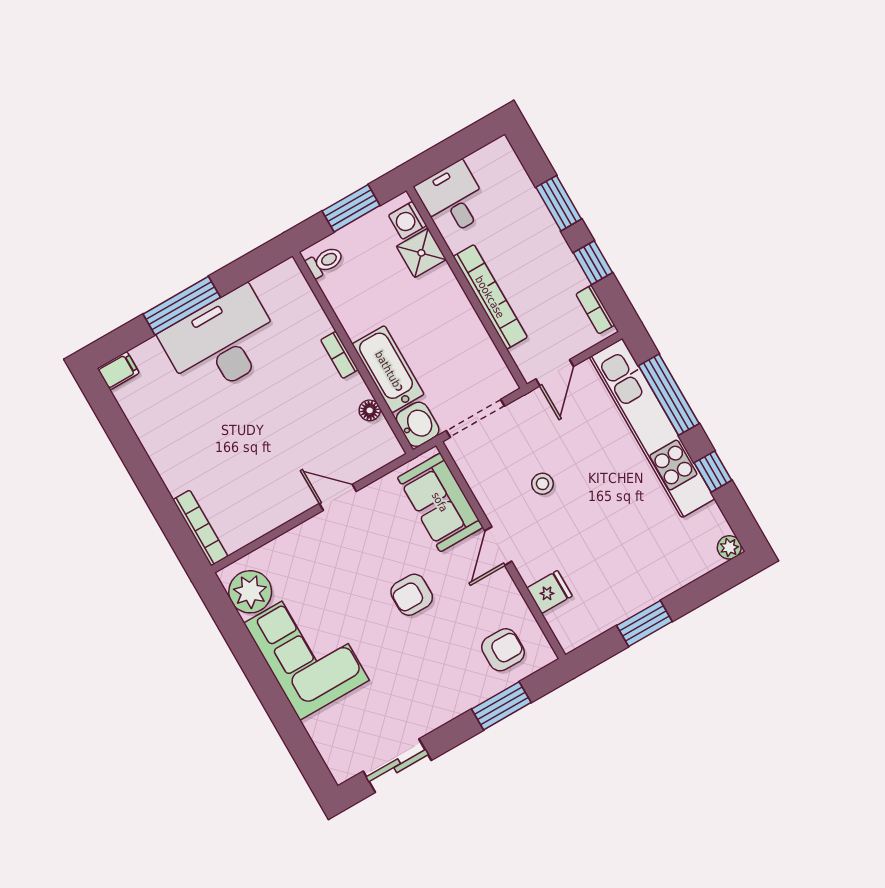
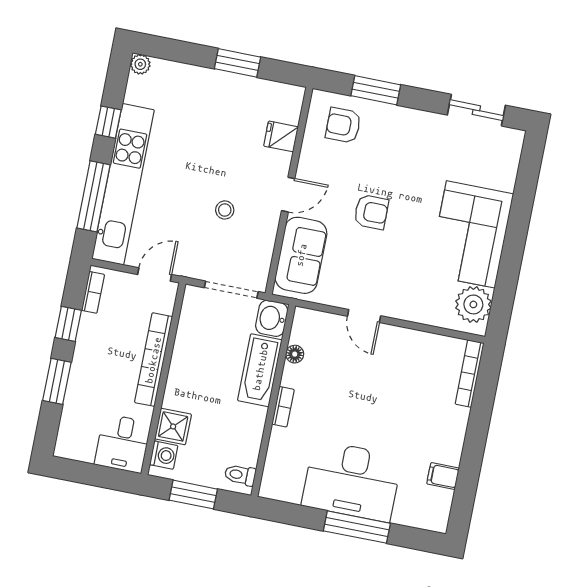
filing cabinet: (118, 371) -> (443, 476), moved

